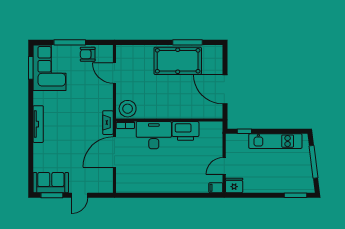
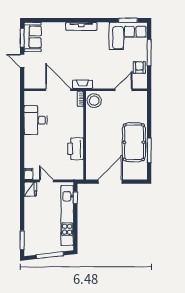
desk: (154, 135) -> (36, 120), moved, turned 180
kitchen unit: (275, 141) -> (67, 215), width x1.36

